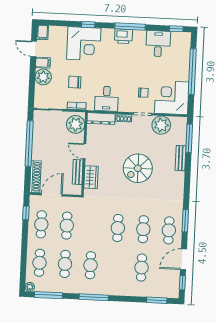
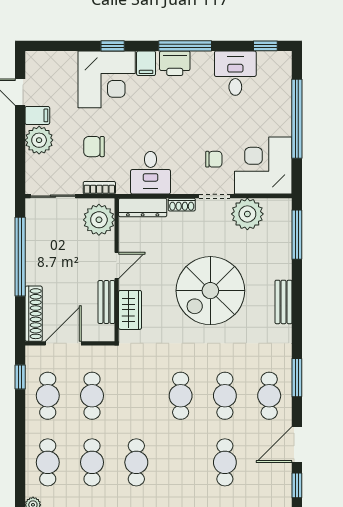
filing cabinet: (43, 32) -> (146, 63), moved
door: (85, 151) -> (117, 266), swing flipped
bench: (181, 158) -> (284, 302), moved
spiral stairs: (138, 168) -> (210, 291), width x1.37, depth x1.37

